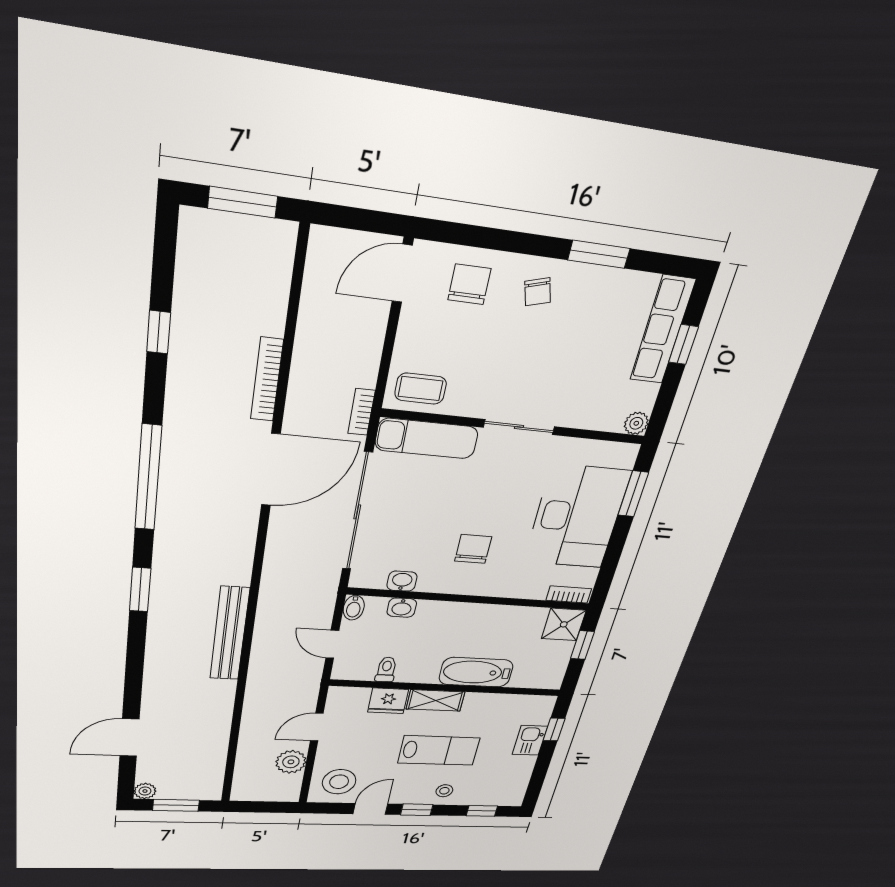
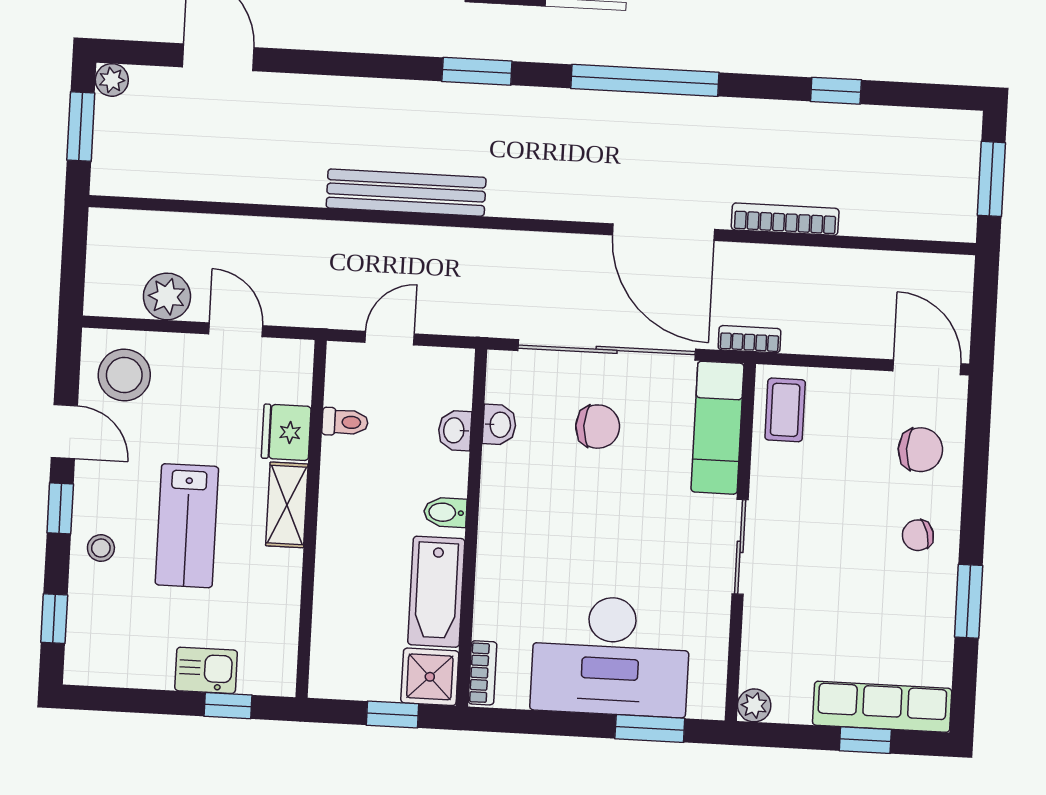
chair: (473, 549) -> (598, 427), moved
bidet: (354, 608) -> (445, 512), moved
bathtub: (476, 672) -> (436, 592), moved, turned 180

